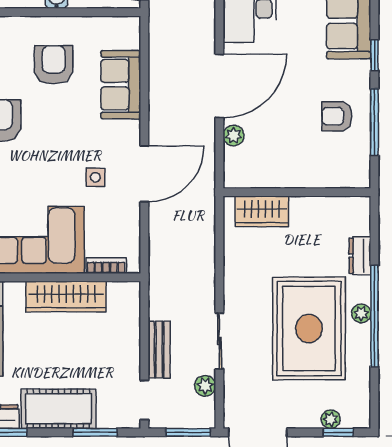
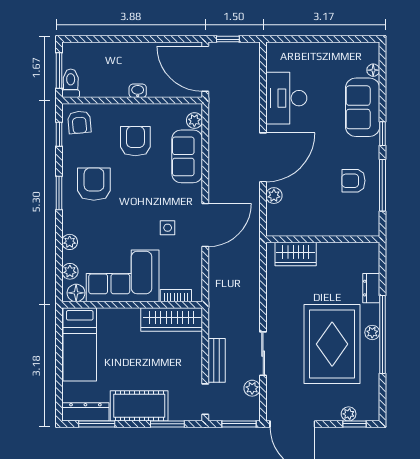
plant: (130, 38) -> (194, 120), added
wardrobe: (66, 296) -> (172, 319), moved

